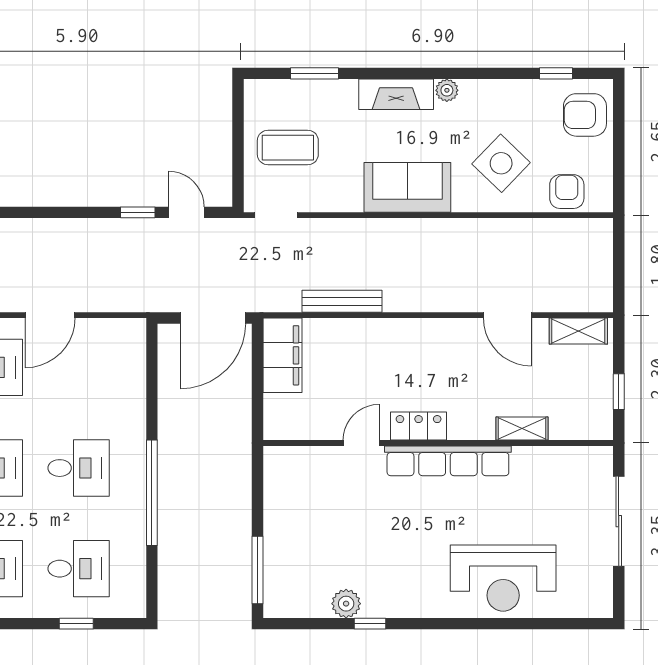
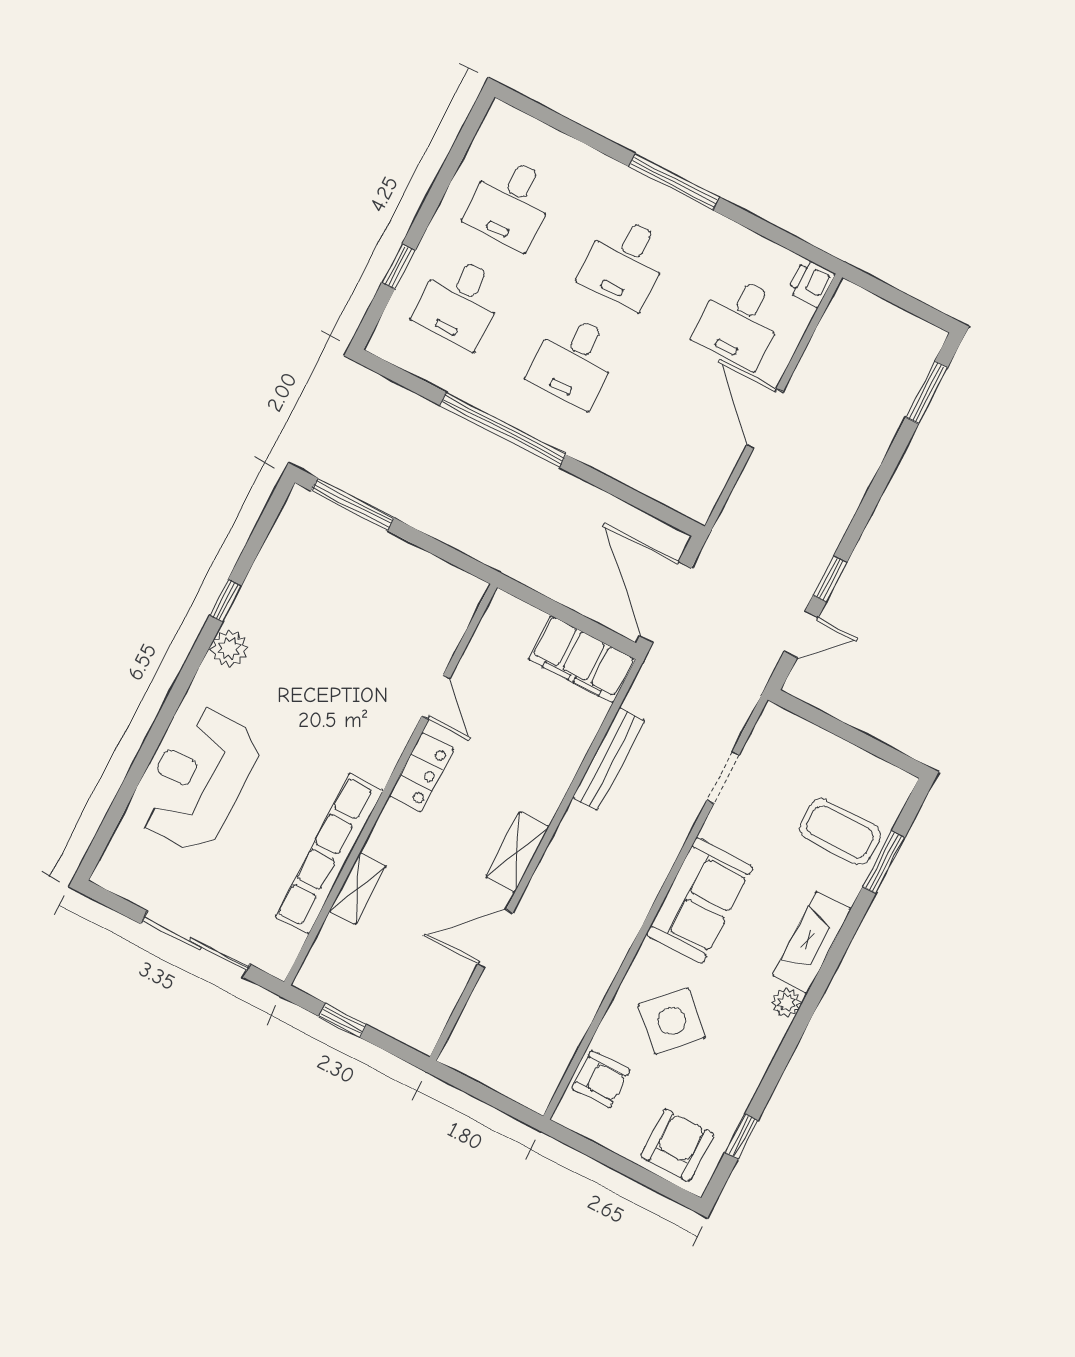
coffee table: (288, 148) -> (840, 832), moved, turned 90
doorway: (276, 215) -> (723, 777), moved
shelving: (578, 331) -> (517, 852), moved
row of seats: (448, 461) -> (329, 854), moved
plant: (346, 604) -> (229, 648), moved

